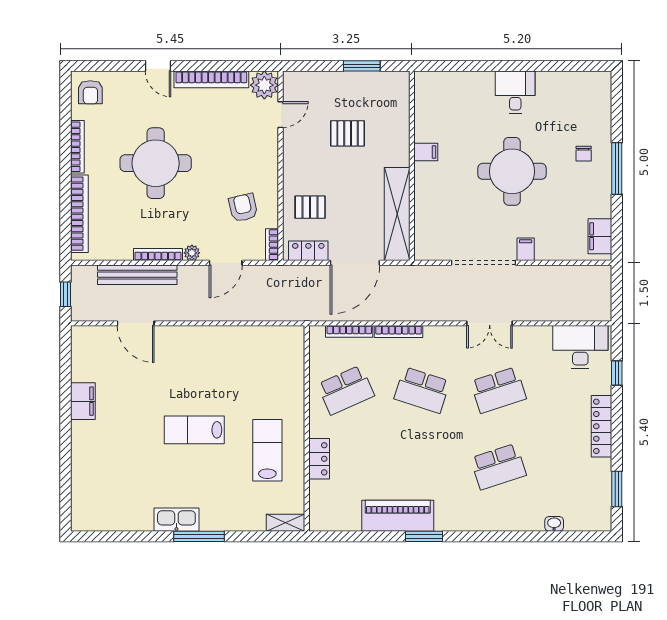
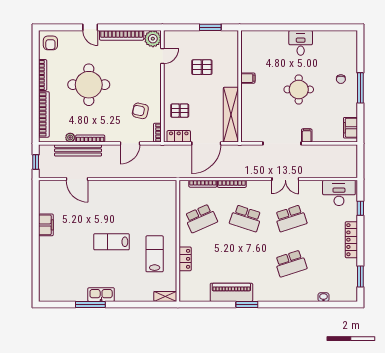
round table: (512, 171) -> (299, 89), width x0.73, depth x0.73
armchair: (243, 208) -> (140, 111), turned -65
plant: (192, 253) -> (70, 137), moved
window: (199, 536) -> (90, 305), moved

